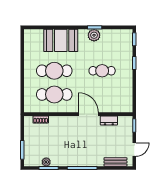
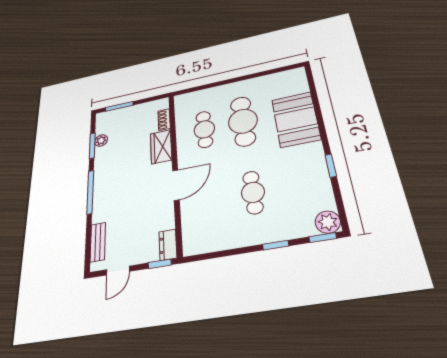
plant: (94, 35) -> (328, 222), moved
cafe table: (54, 94) -> (204, 129), width x0.73, depth x0.74
dresser: (109, 120) -> (168, 245), moved
wardrobe: (60, 122) -> (161, 147), added
door: (134, 150) -> (118, 271), hinge flipped

